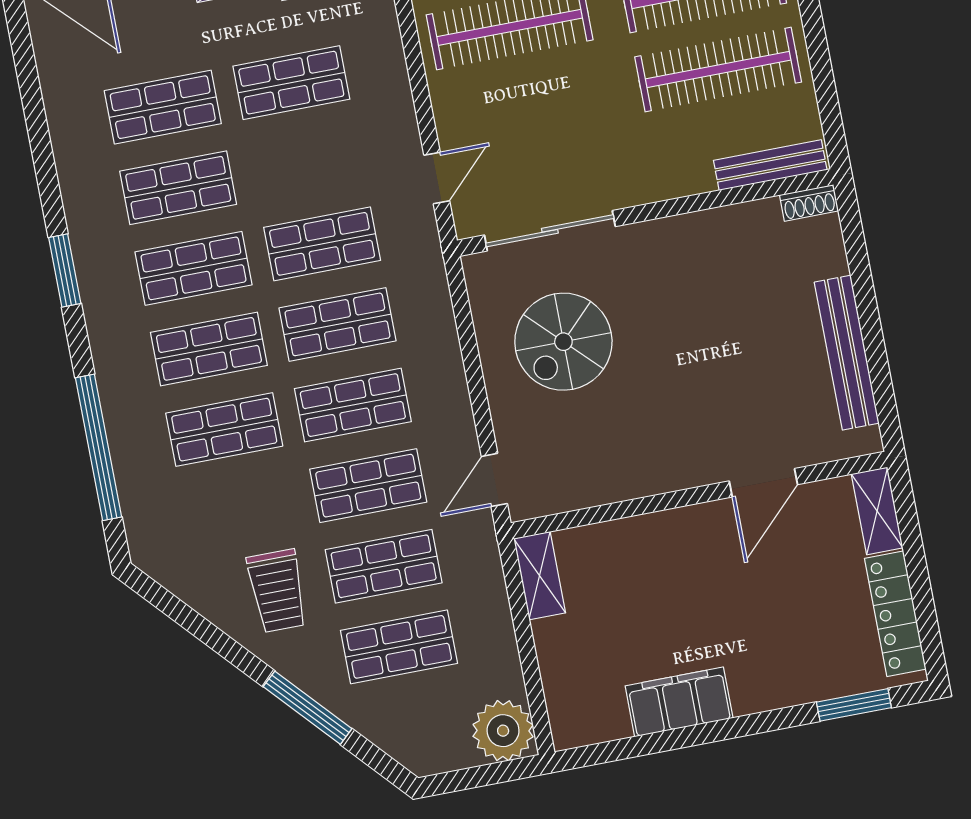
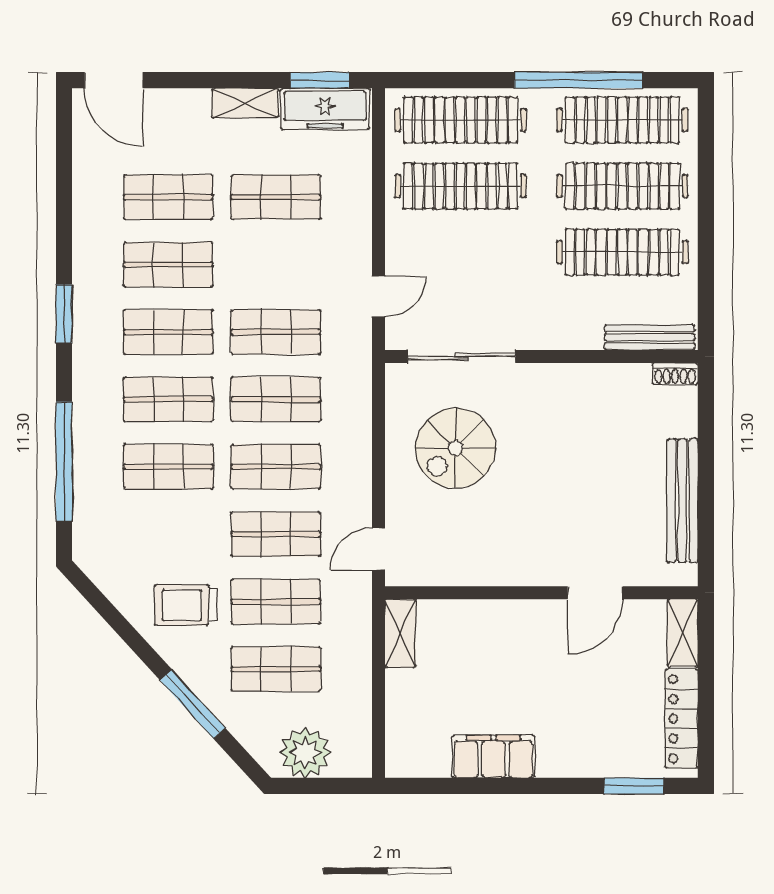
trolley: (277, 591) -> (186, 605), turned 90
plant: (503, 731) -> (305, 753), moved

